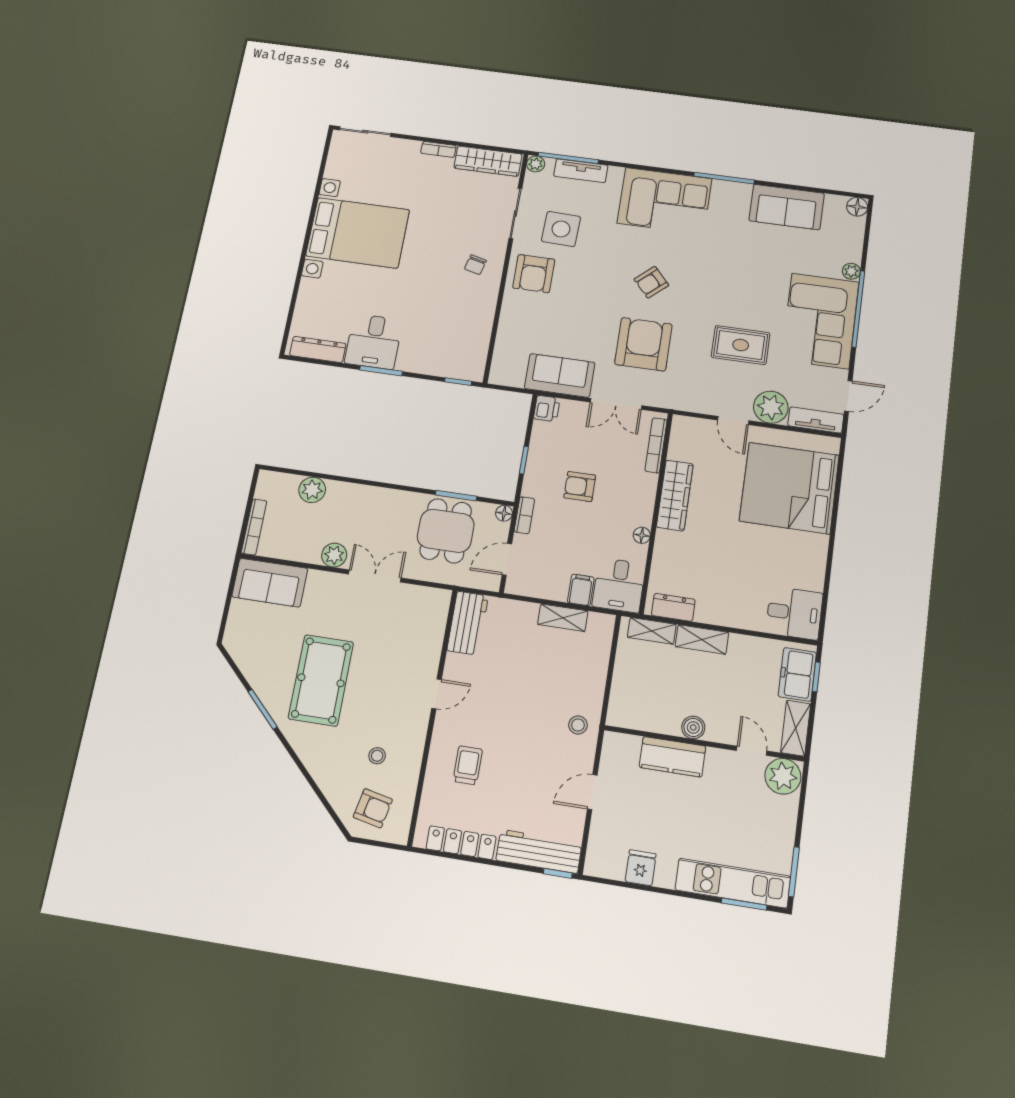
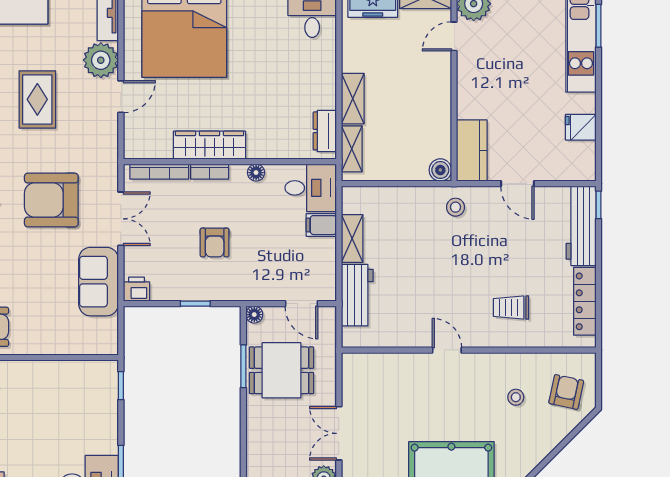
bookcase: (524, 515) -> (210, 172), moved, turned 180
workbench: (468, 623) -> (357, 295), moved, turned 90
boiler: (693, 727) -> (440, 170), moved
kitchen counter: (672, 757) -> (472, 151), moved

